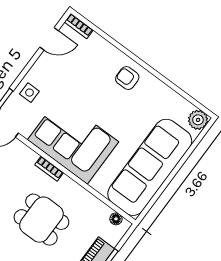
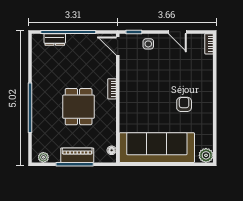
door: (49, 39) -> (177, 32), moved
armchair: (127, 78) -> (184, 104), moved
corner sofa: (73, 141) -> (139, 91), removed

